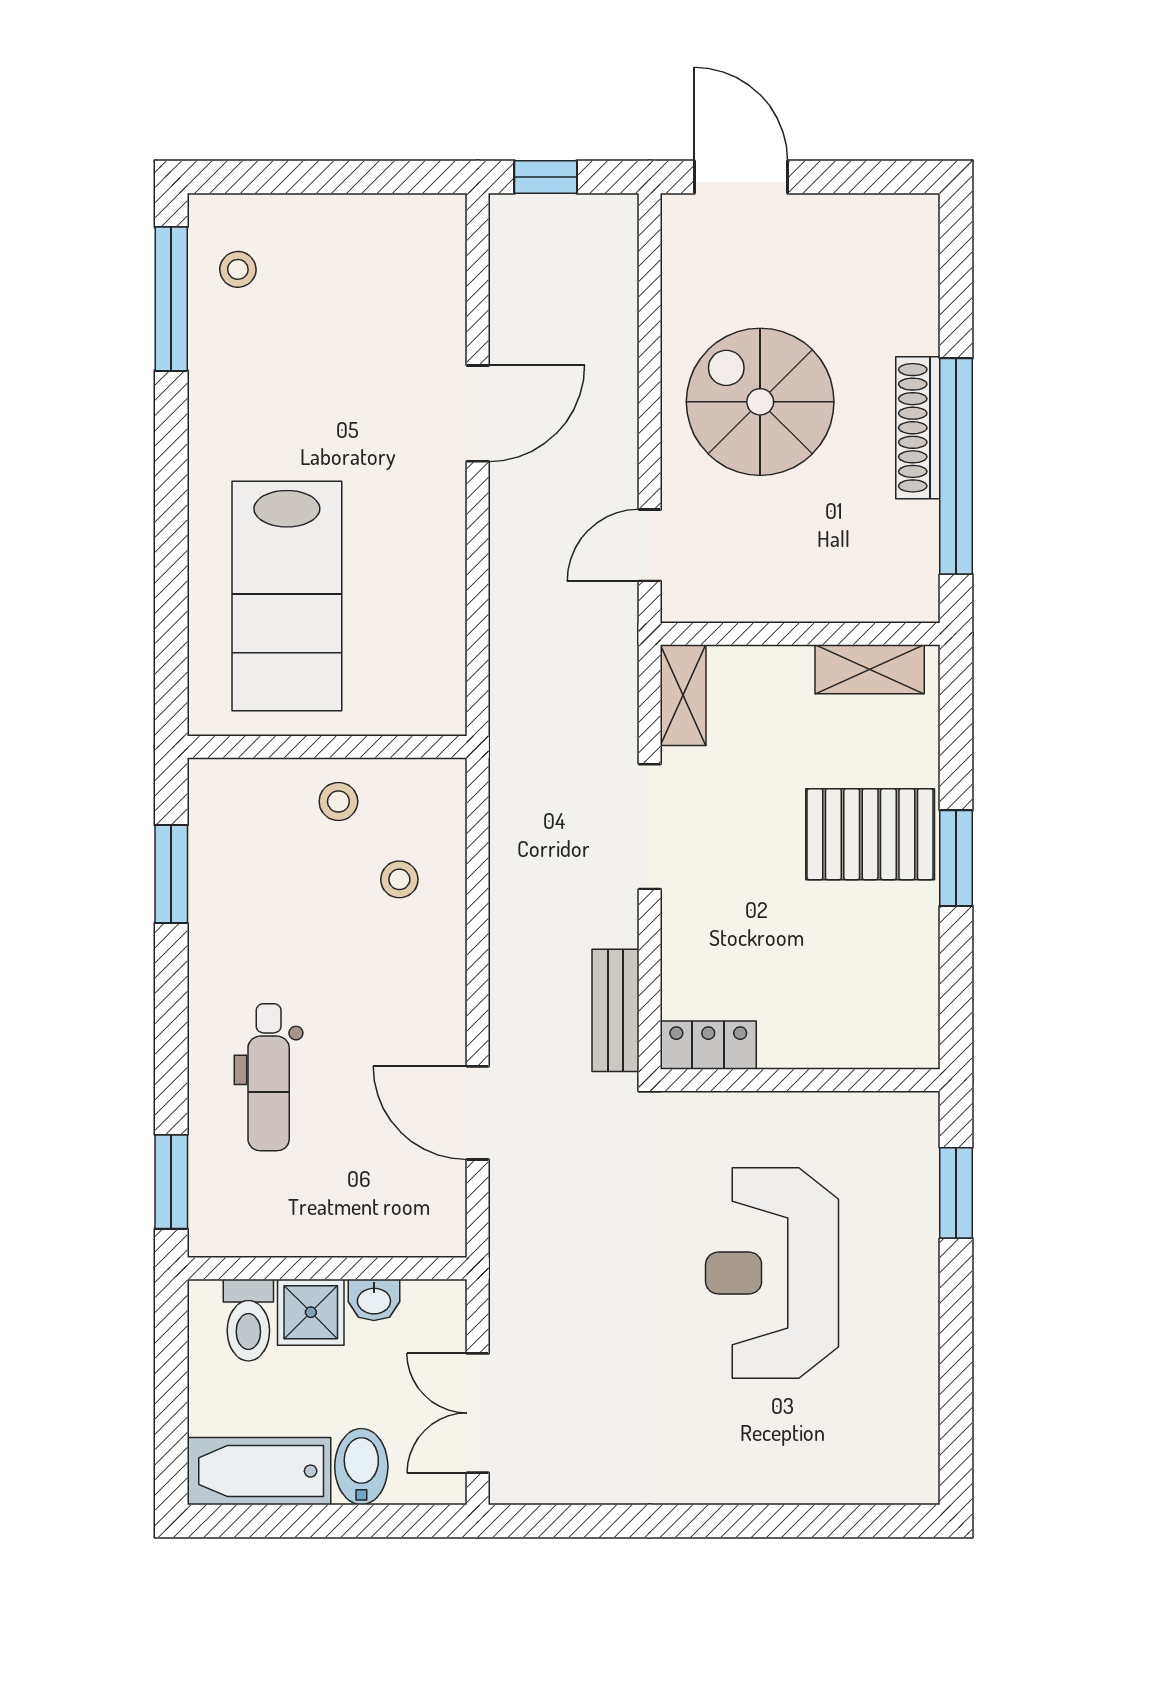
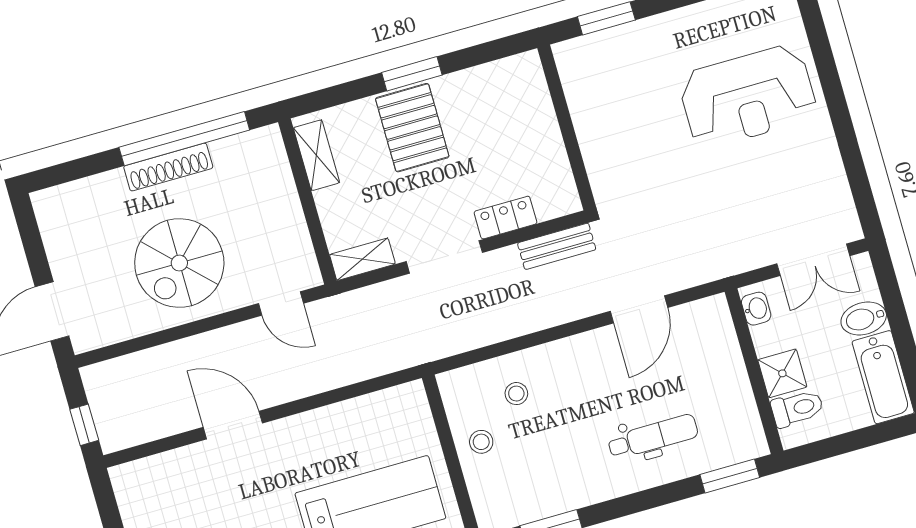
locker: (708, 1045) -> (505, 218), moved, turned 90
reception desk: (772, 1273) -> (748, 97), moved
washbasin: (374, 1300) -> (756, 309), moved

